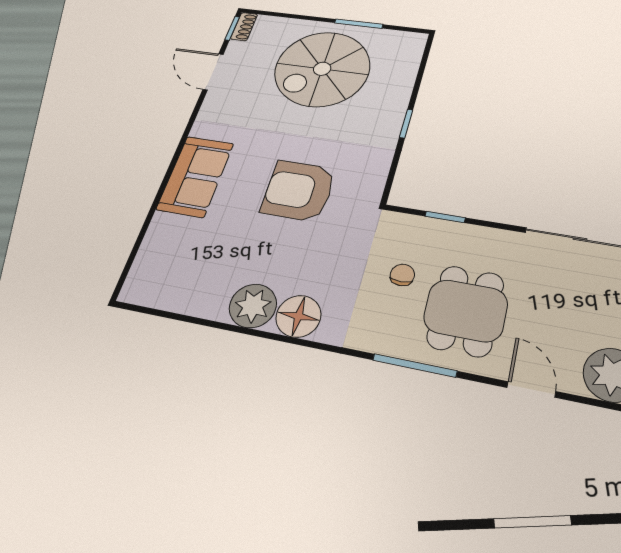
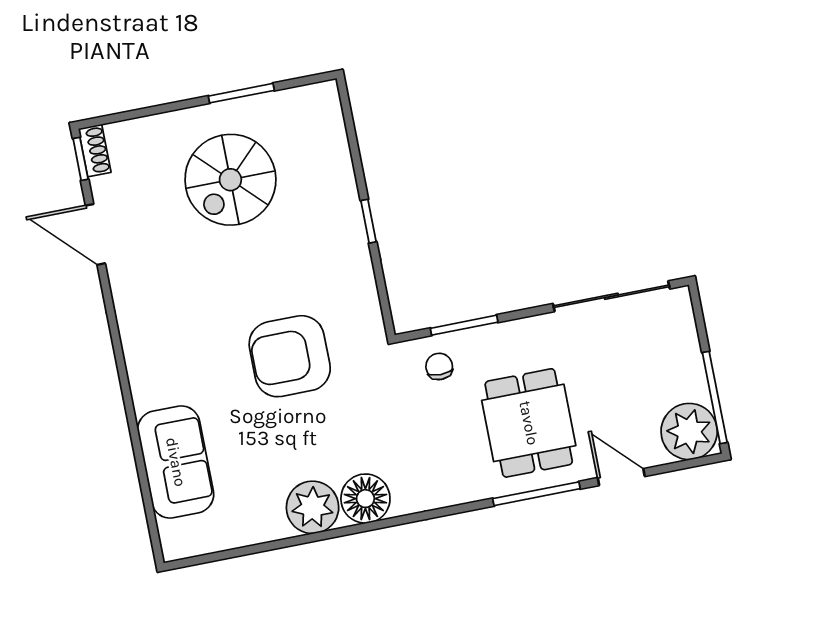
spiral stairs: (322, 69) -> (230, 180), width x0.73, depth x0.73
sofa: (195, 176) -> (176, 462), moved
window: (445, 217) -> (464, 325), width x1.50
chair: (402, 275) -> (439, 366), moved
window: (415, 365) -> (536, 494), moved

